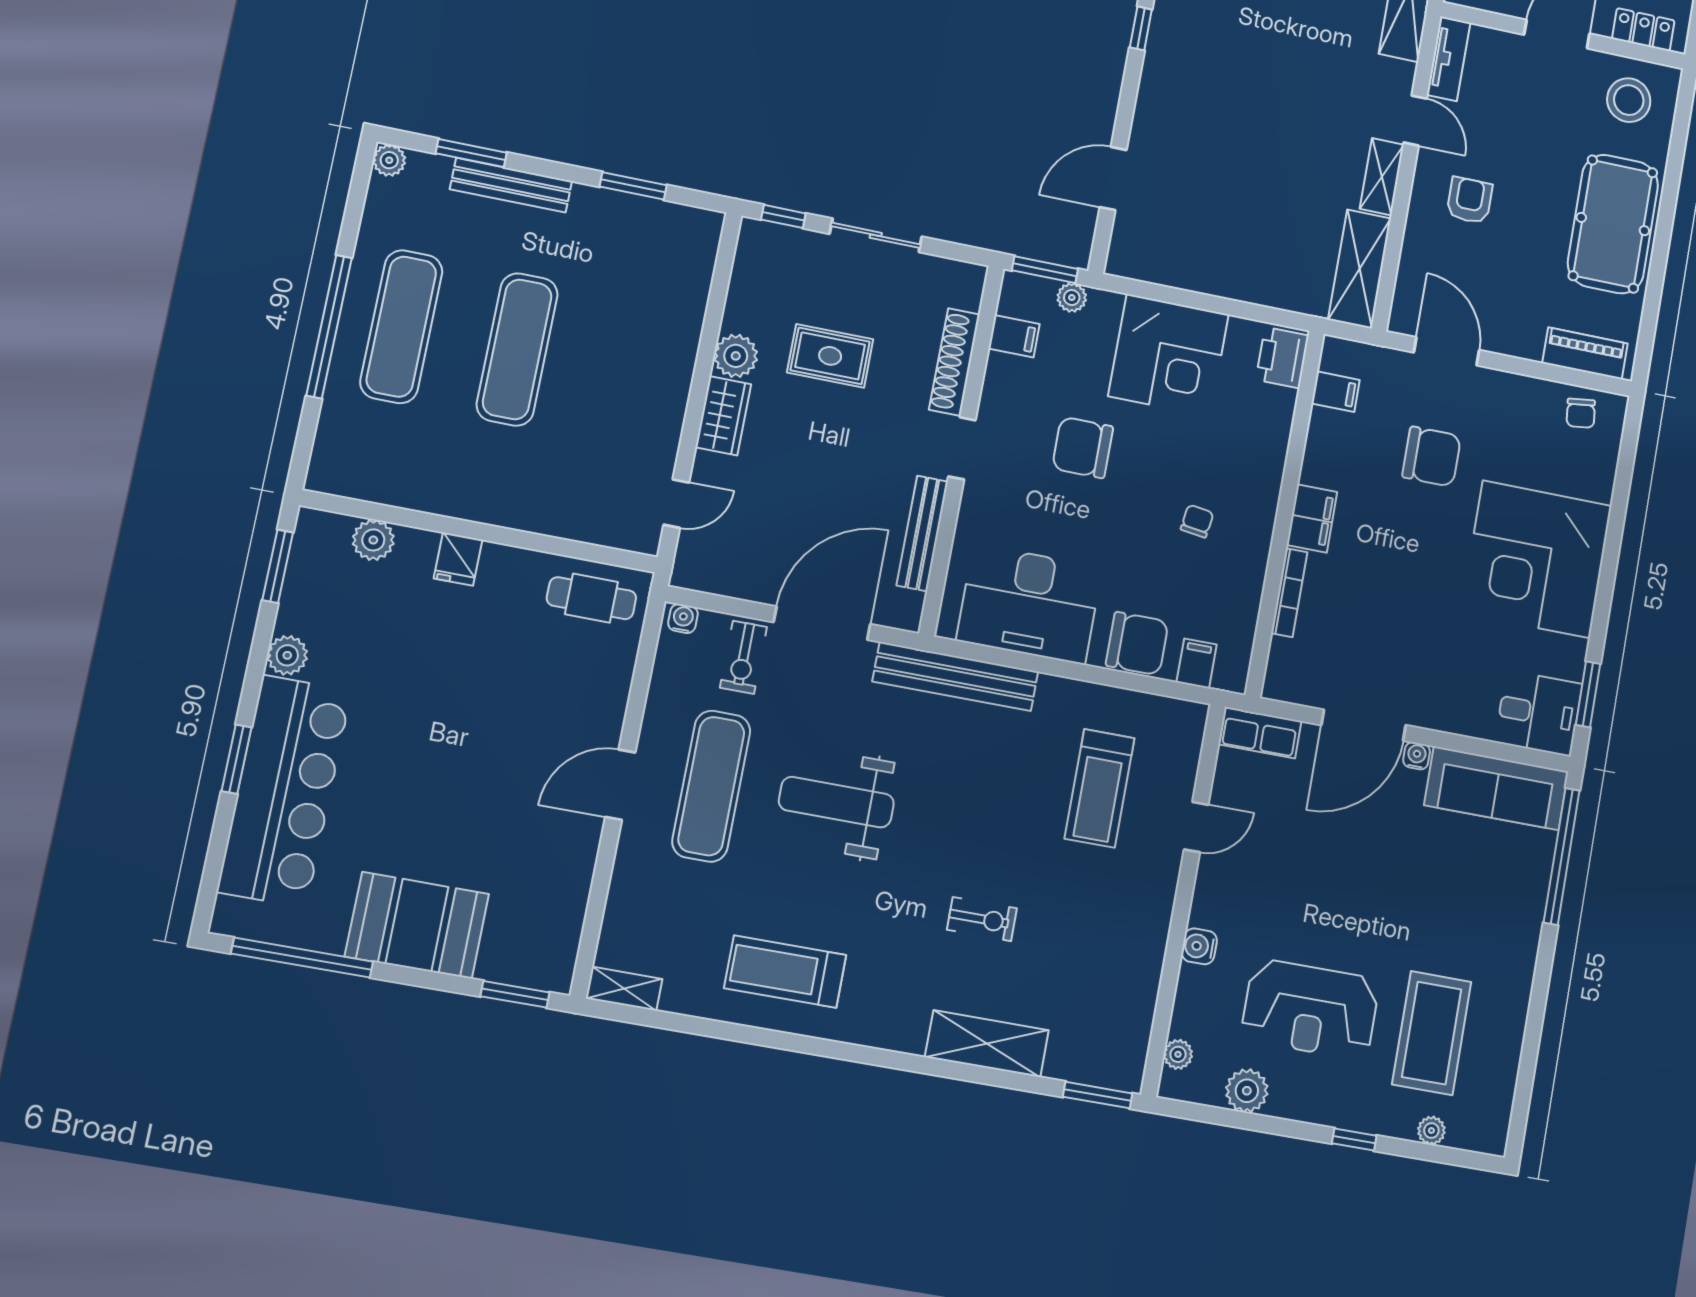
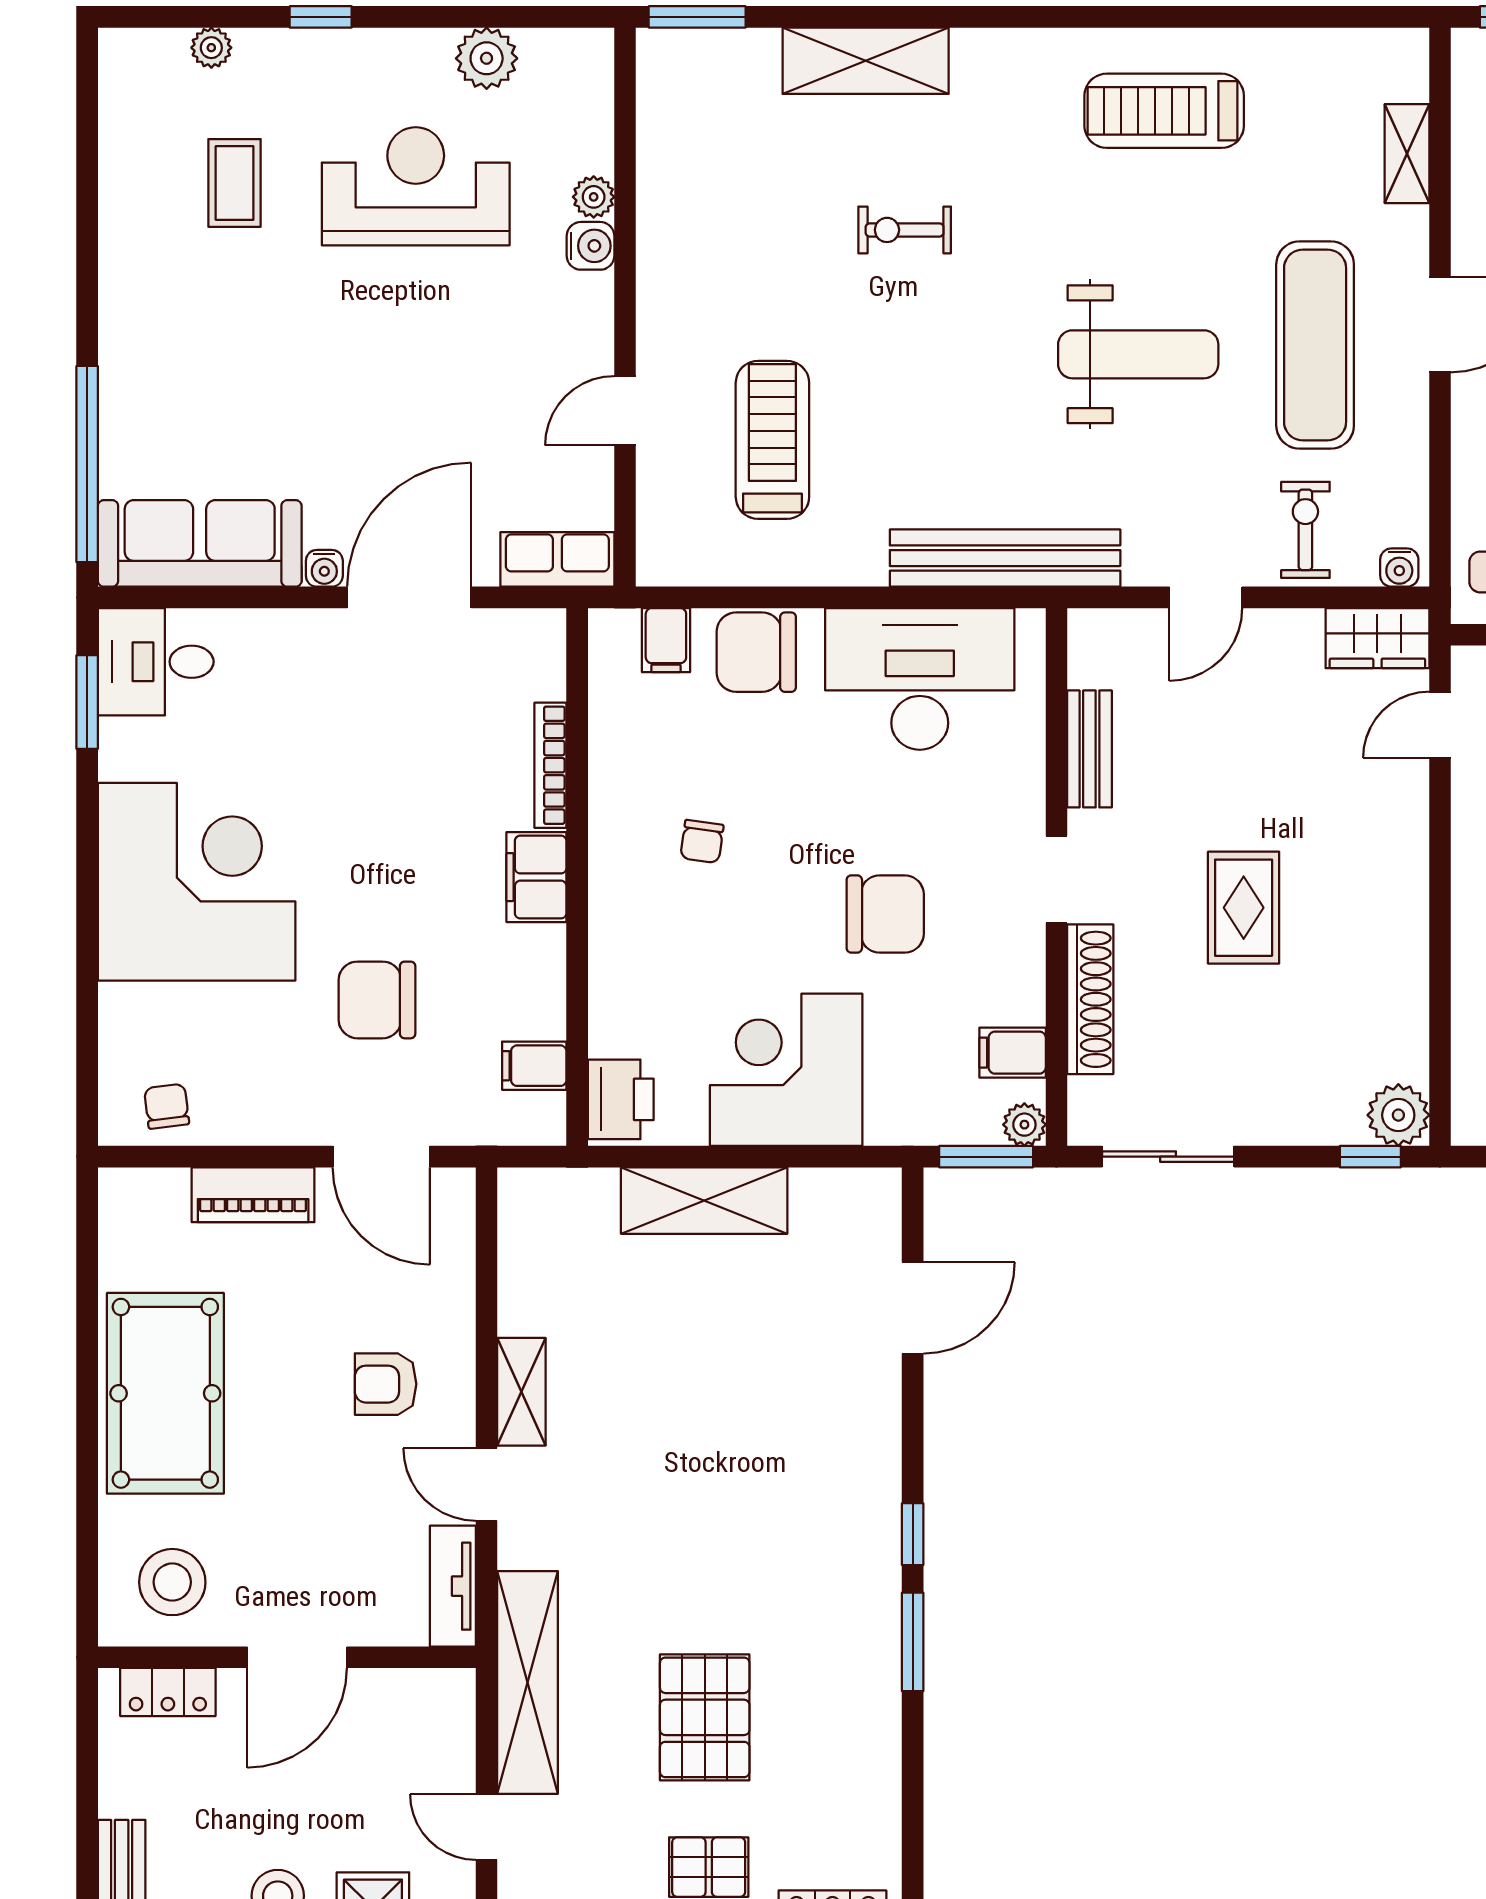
armchair: (1469, 200) -> (386, 1384), turned 90
sliding door: (876, 235) -> (1168, 1157), moved
shelving: (1360, 269) -> (704, 1201), moved, turned 90
plant: (1072, 297) -> (1024, 1125), moved
piano: (1585, 353) -> (253, 1195), moved
plant: (736, 356) -> (1398, 1115), moved
rug: (830, 356) -> (1244, 908), moved, turned 90
wardrobe: (723, 416) -> (1377, 638), moved, turned -90
bench: (922, 533) -> (1089, 749), width x0.73
door: (822, 623) -> (1206, 597), width x0.53
treadmill: (785, 972) -> (1164, 111), turned 180
shelving: (624, 989) -> (1407, 154), moved, turned 90
coffee table: (1432, 1033) -> (235, 183), width x0.54, depth x0.58
plant: (1178, 1054) -> (594, 197), moved

